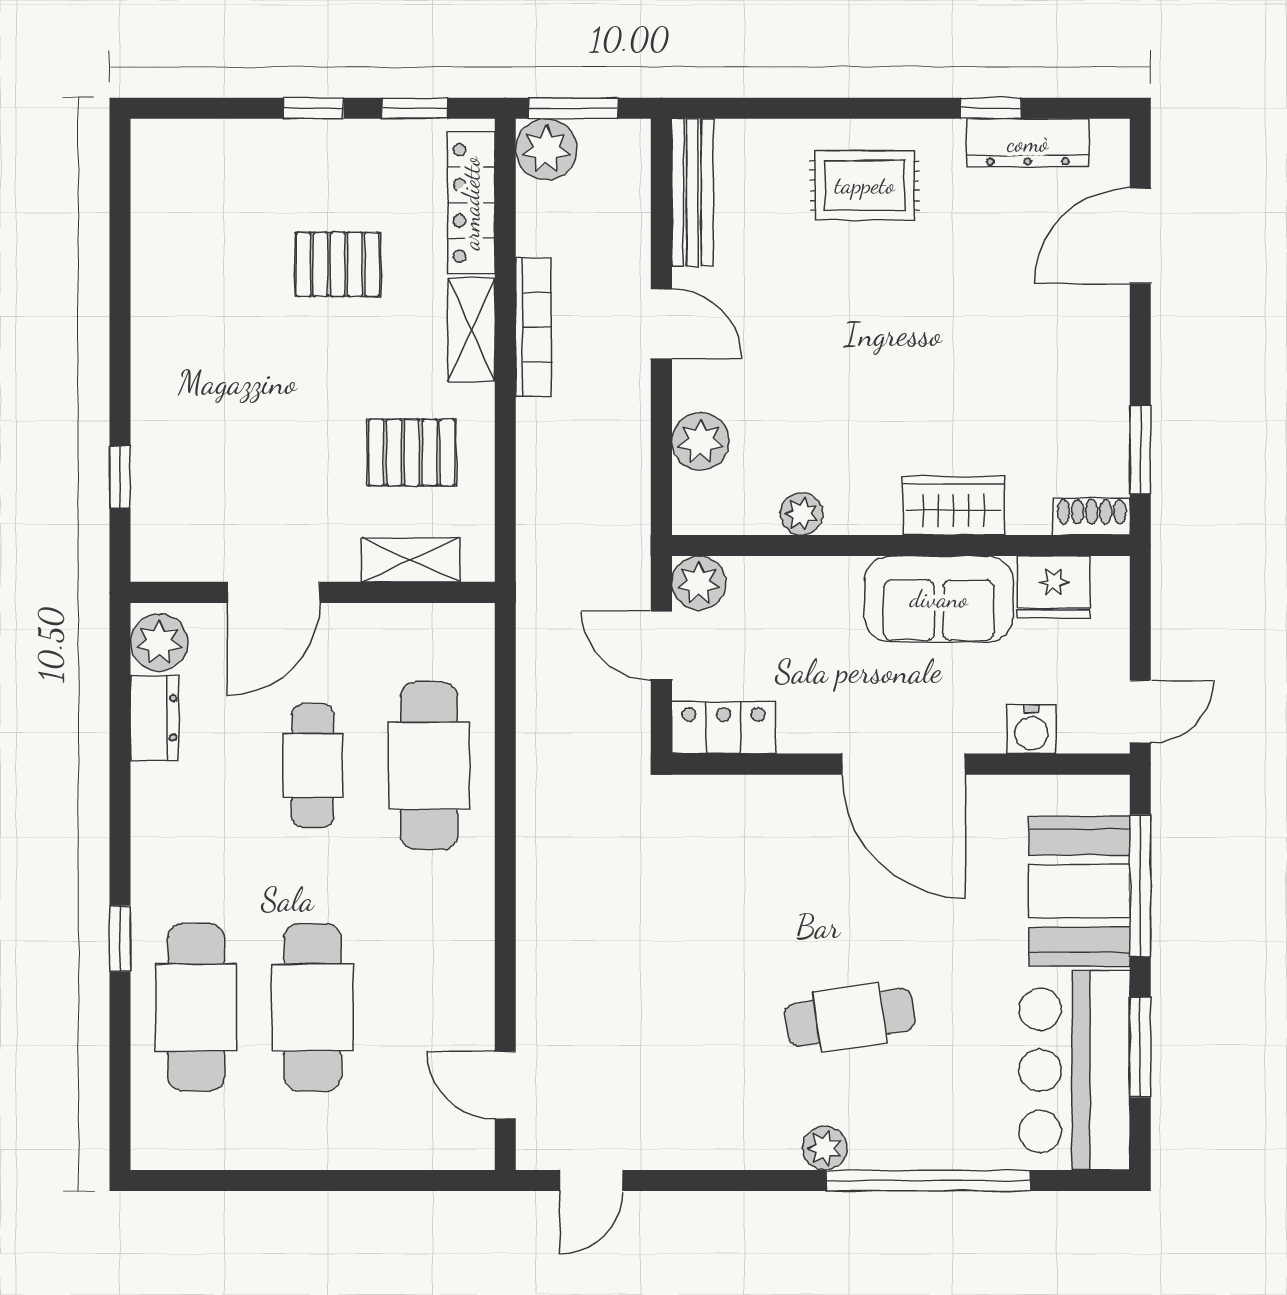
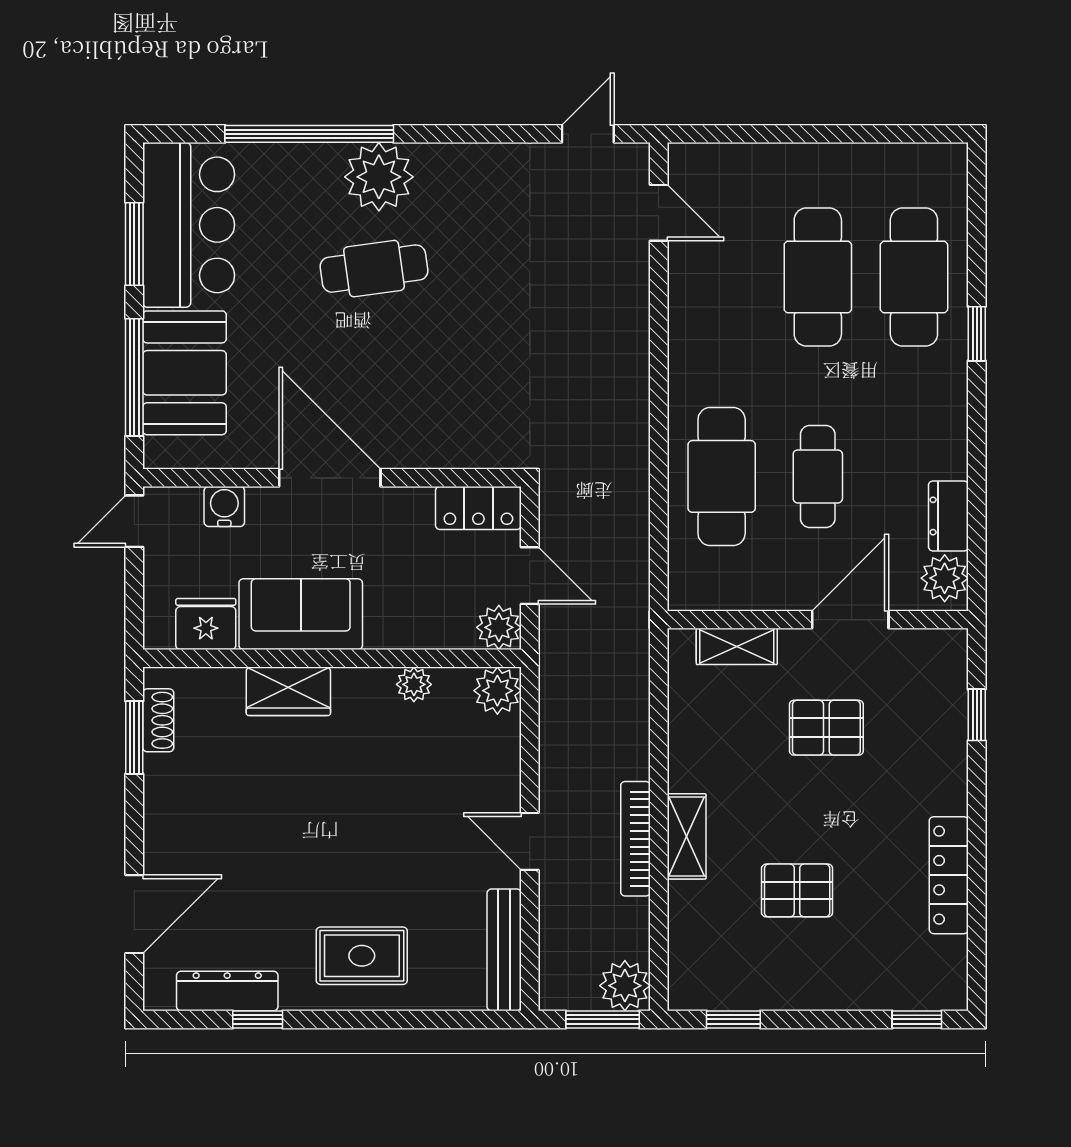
window: (314, 108) -> (917, 1019), moved
locker: (471, 203) -> (949, 875), moved, turned 180
plant: (700, 442) -> (497, 691), moved
pallet: (412, 452) -> (826, 728), moved
shoe rack: (1092, 517) -> (158, 720), moved, turned -90
plant: (825, 1148) -> (379, 177), width x1.88, depth x1.88

